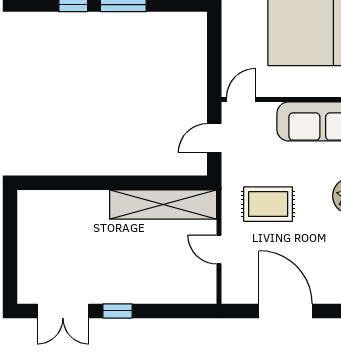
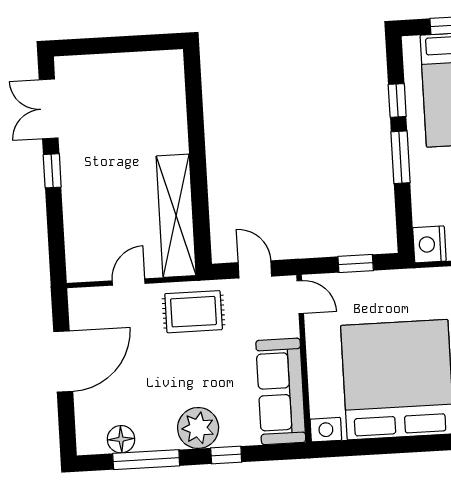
window: (214, 49) -> (356, 264), added
rug: (268, 204) -> (194, 312), moved, turned 90

